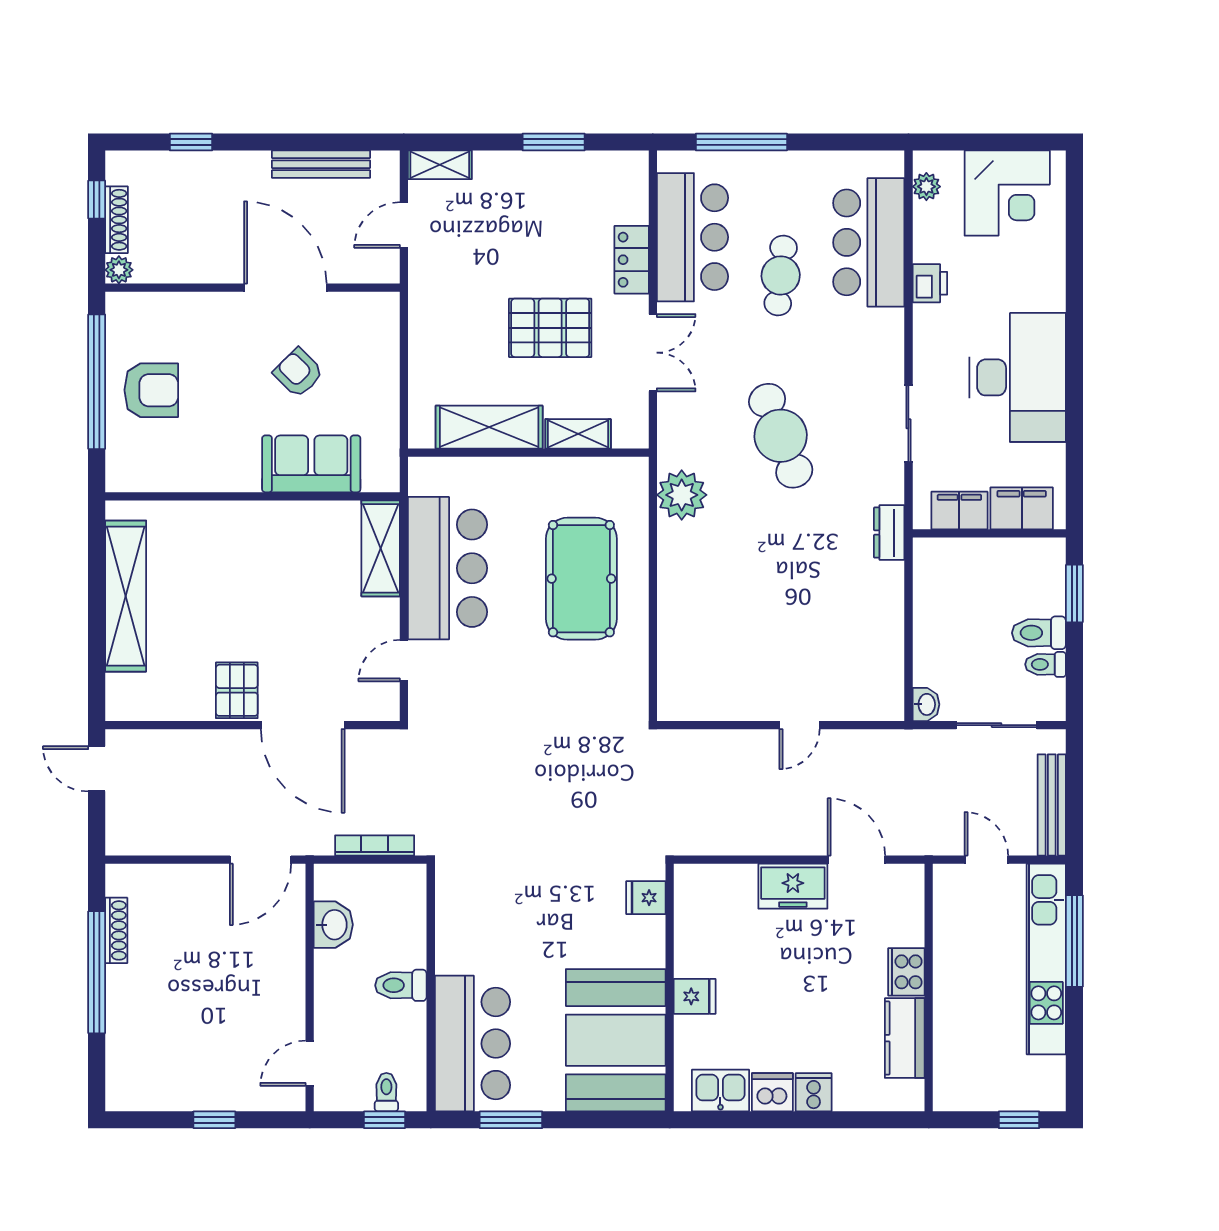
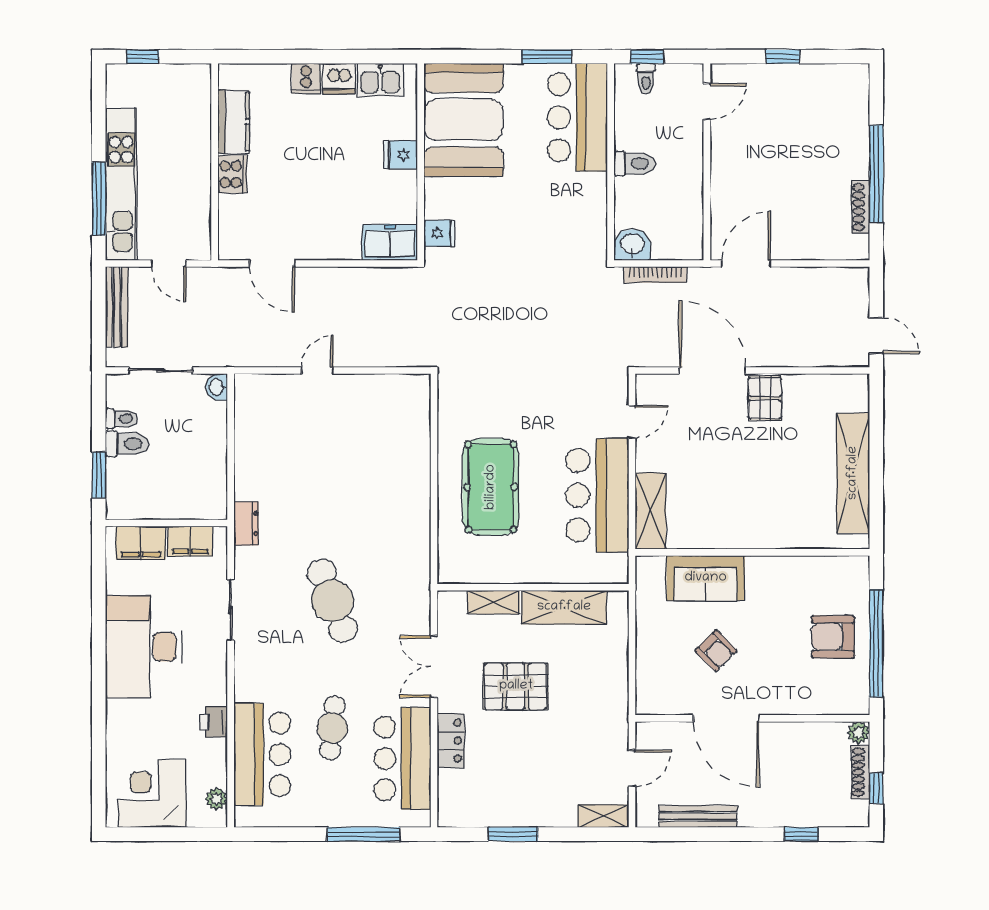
plant: (682, 495) -> (411, 553), removed
freezer: (793, 886) -> (390, 242), moved
washbasin: (333, 925) -> (632, 245), moved, turned 90

